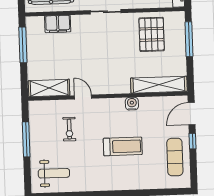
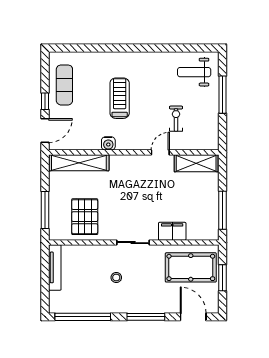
filing cabinet: (58, 24) -> (172, 231), moved
door: (83, 97) -> (160, 152), swing flipped
window: (26, 139) -> (222, 95), moved
treadmill: (123, 146) -> (120, 98), turned 90

